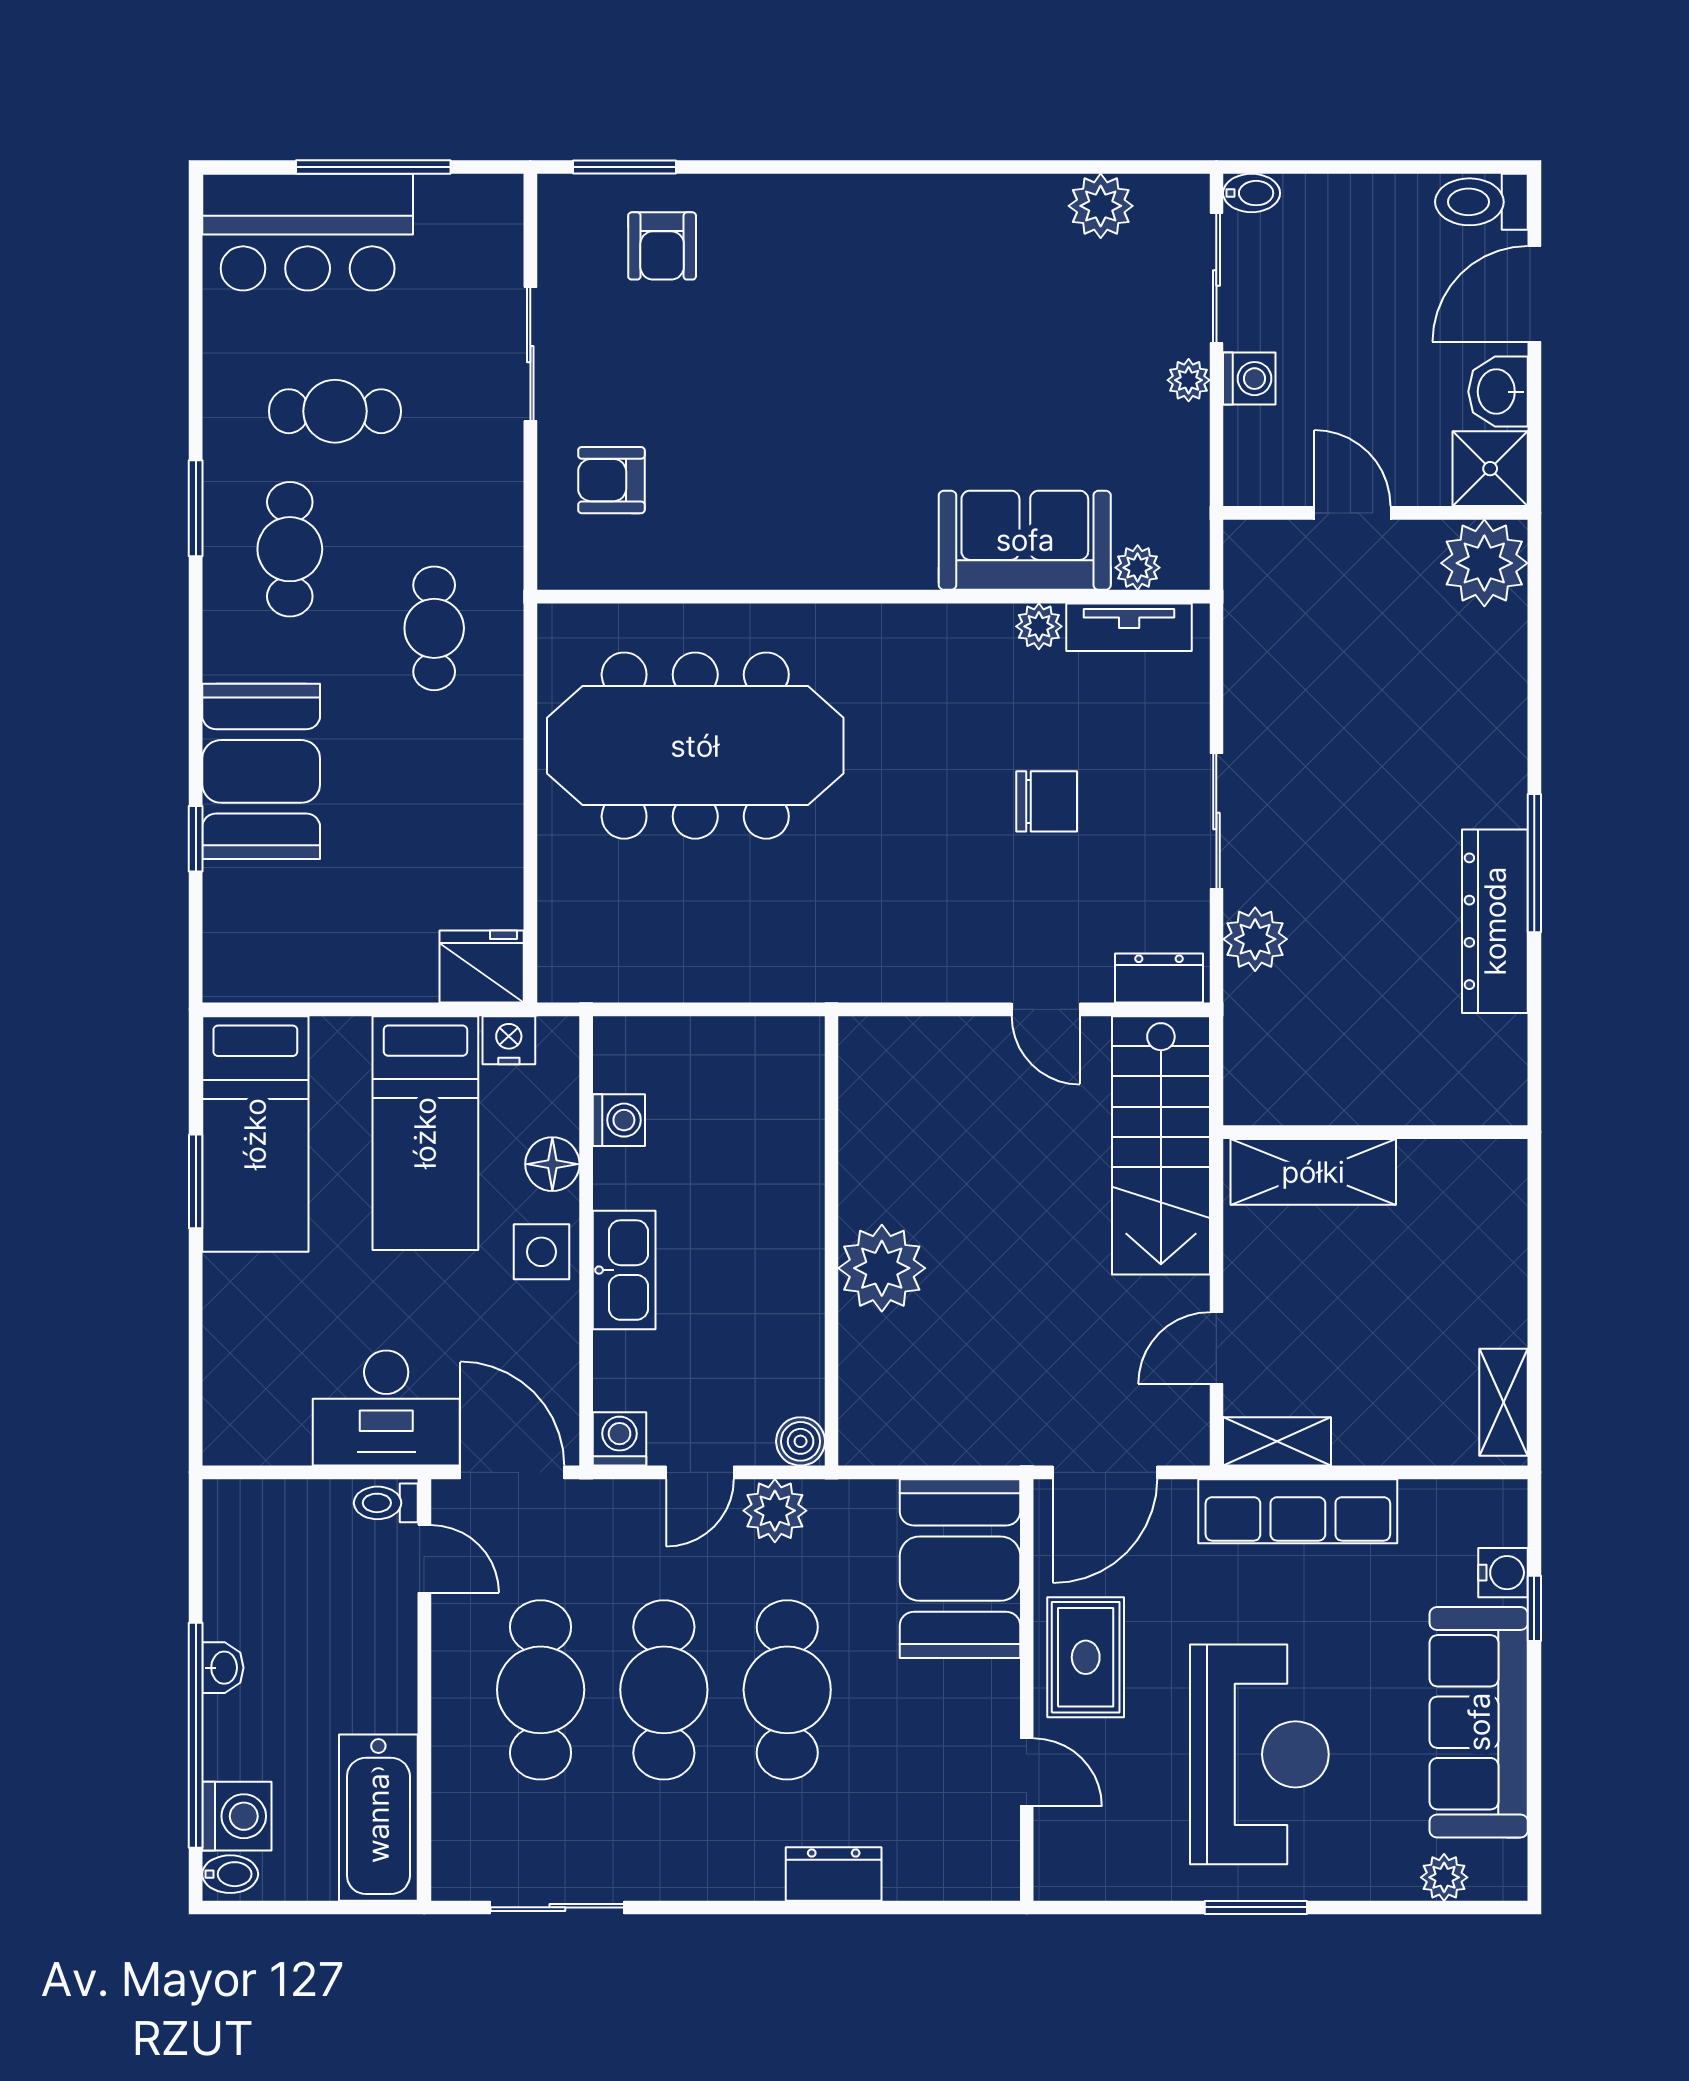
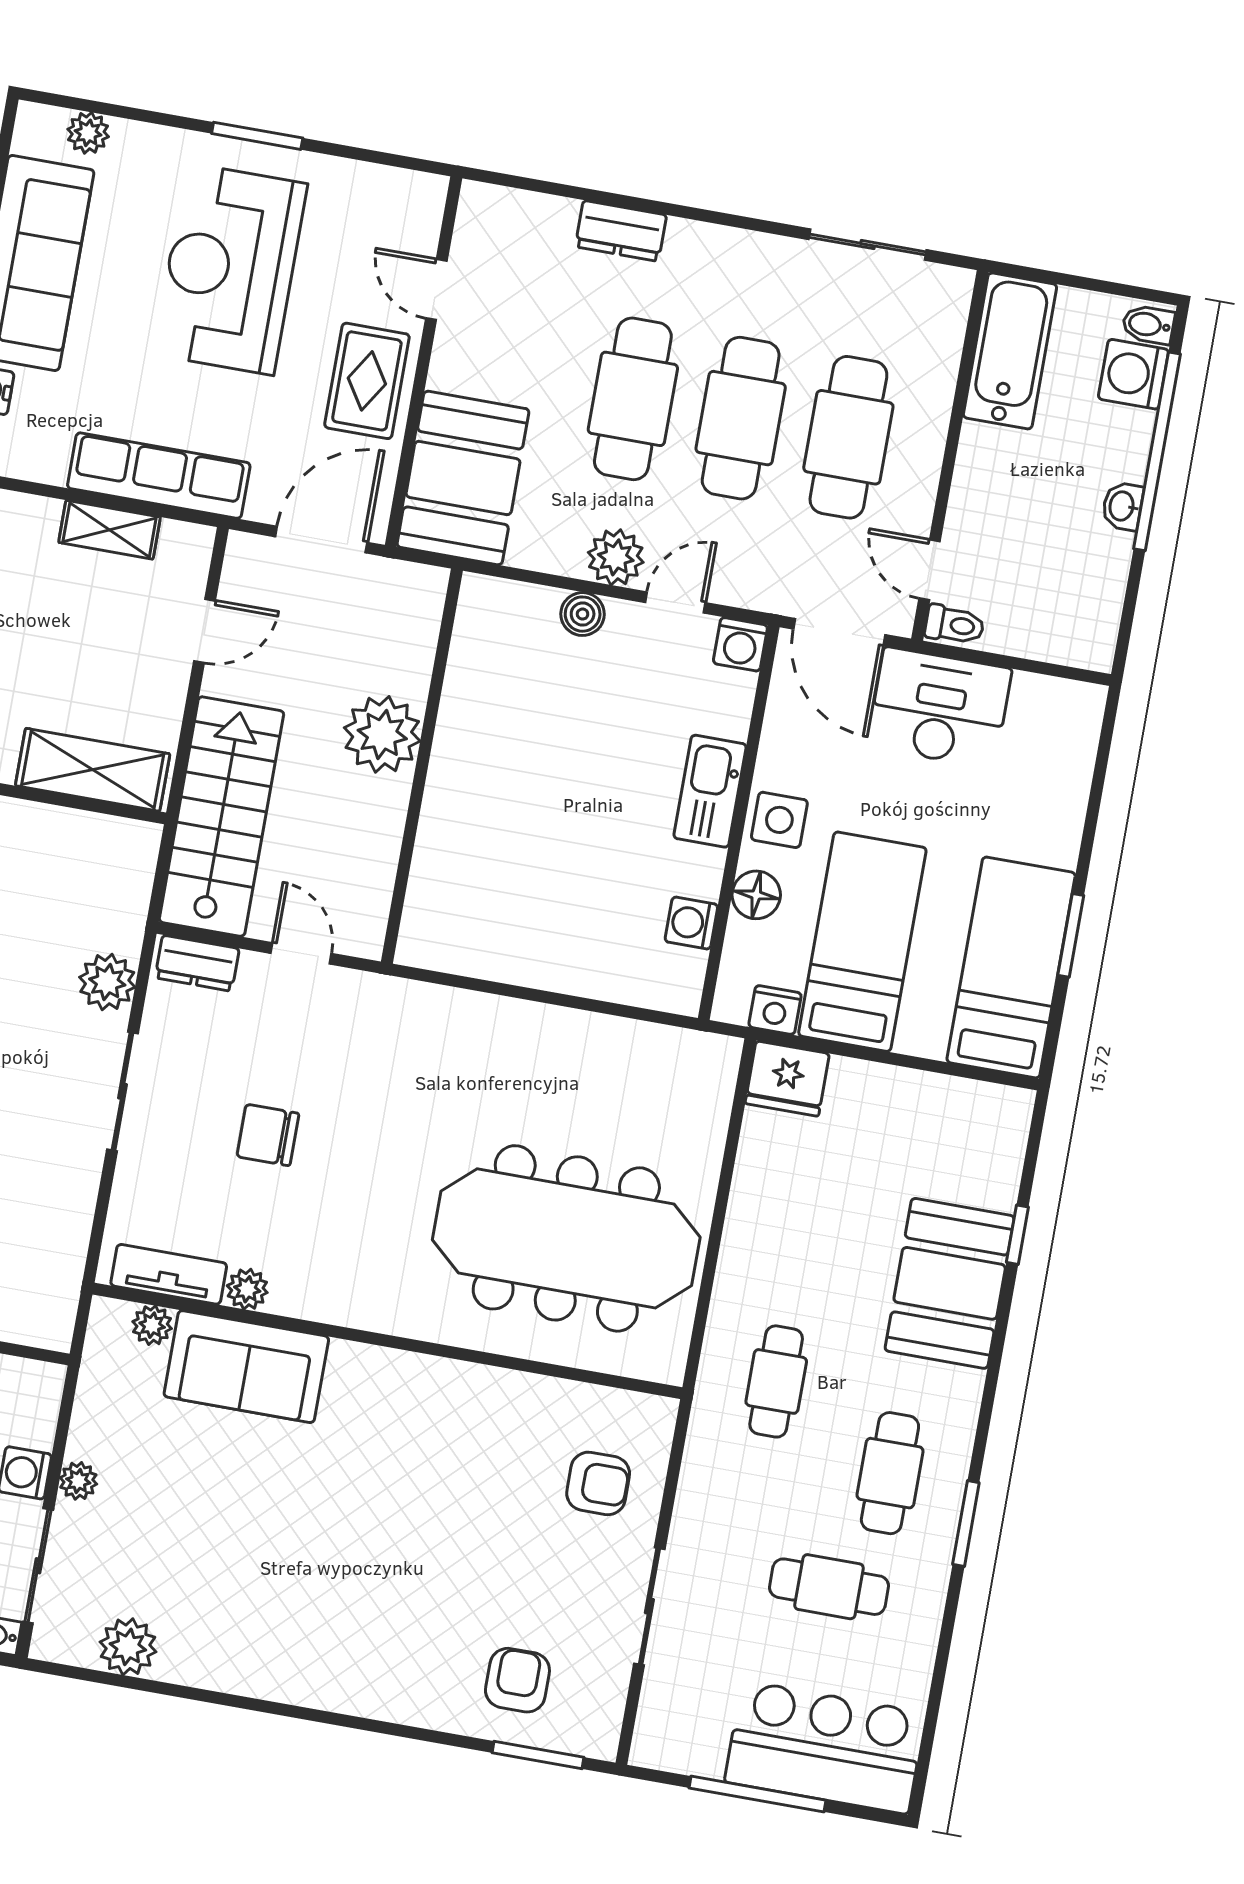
wall: (832, 1241) -> (422, 766), moved
plant: (882, 1268) -> (382, 734), moved
shelving: (1277, 1441) -> (110, 530), moved

